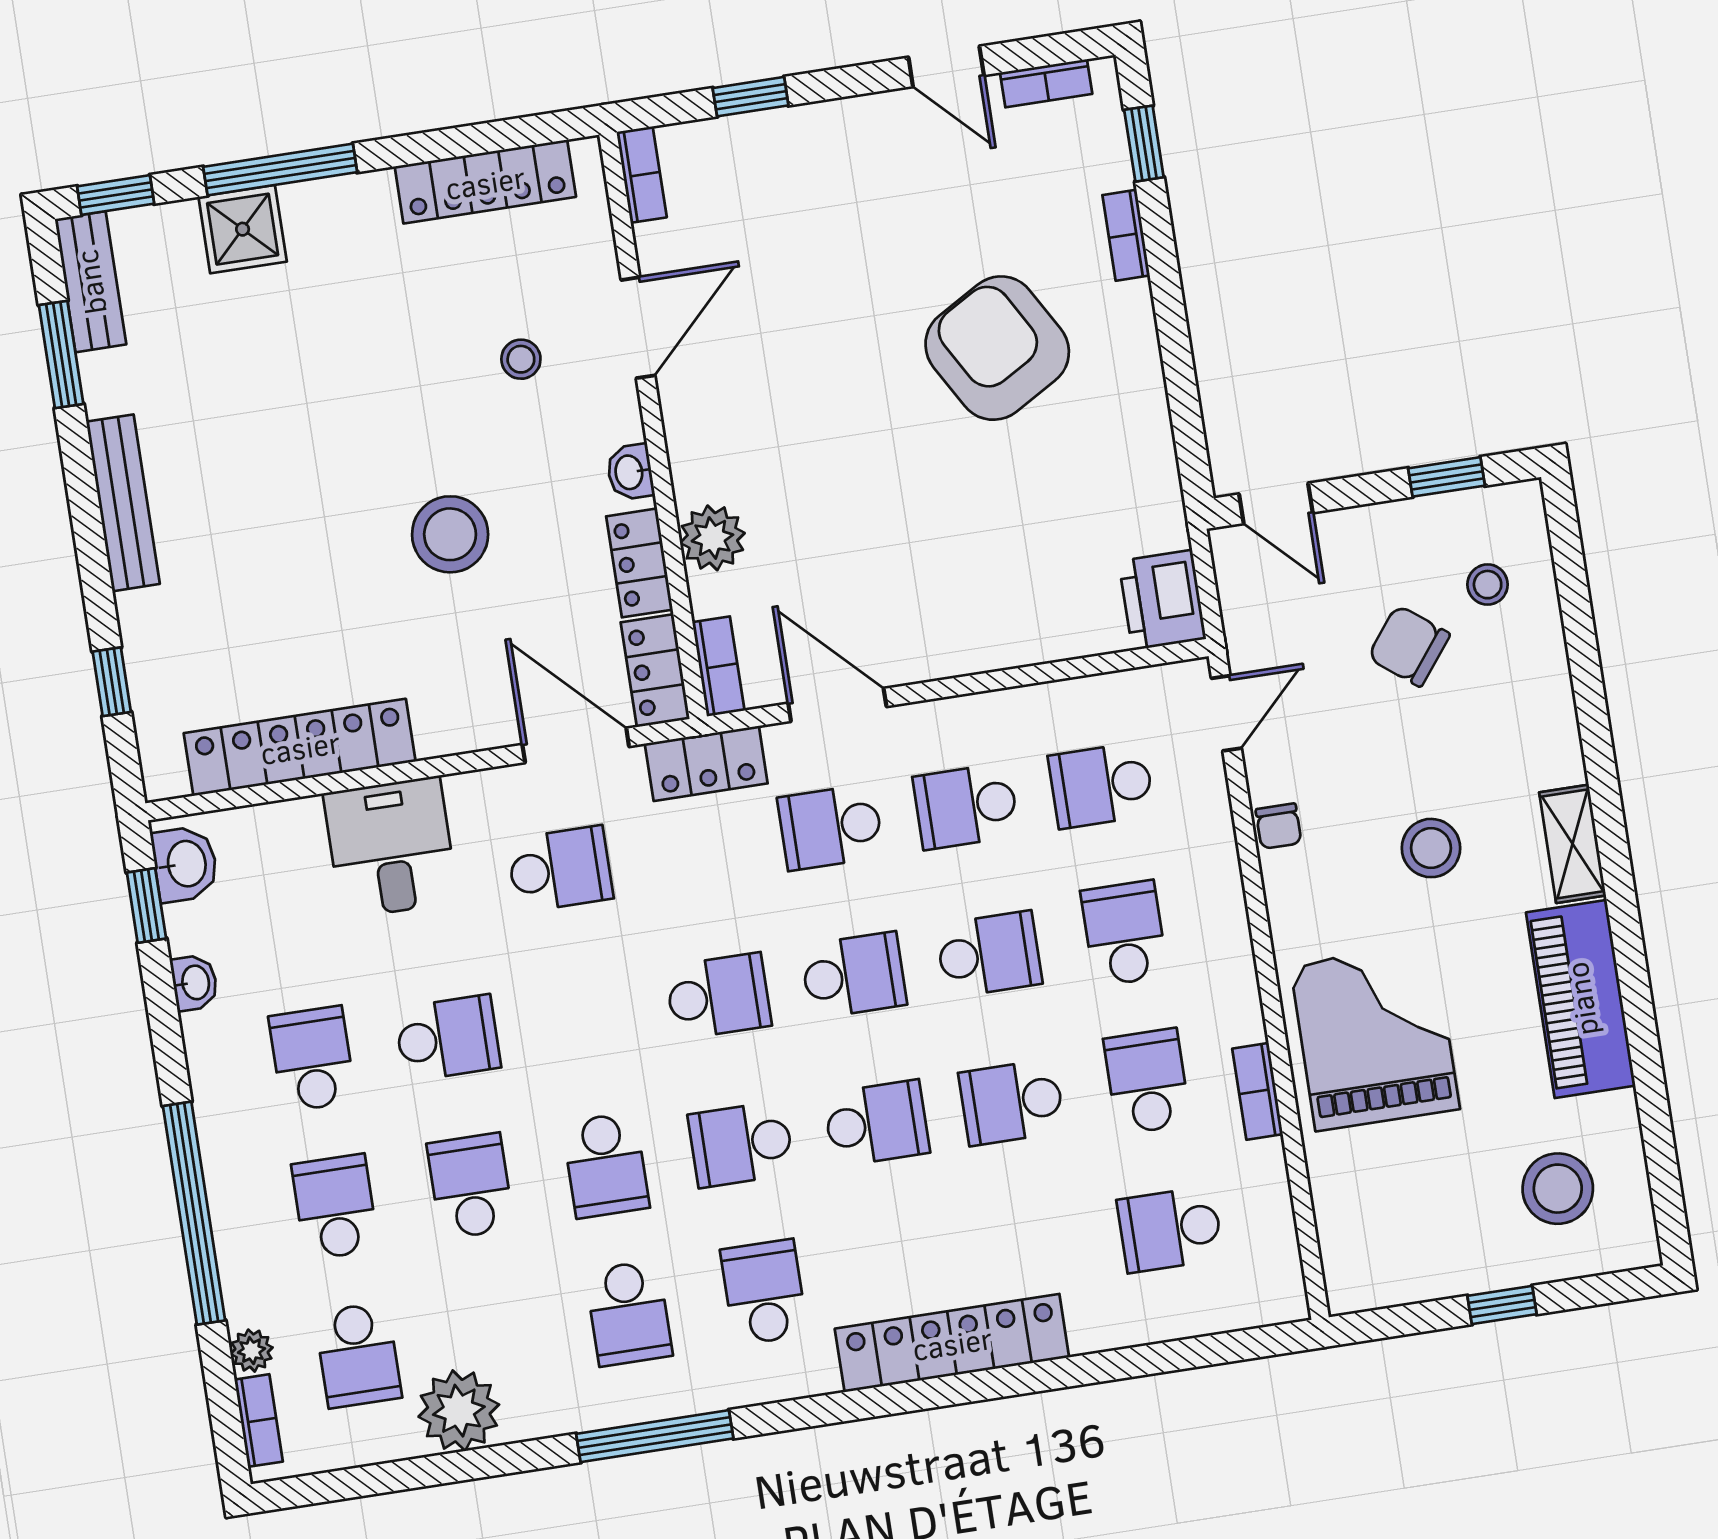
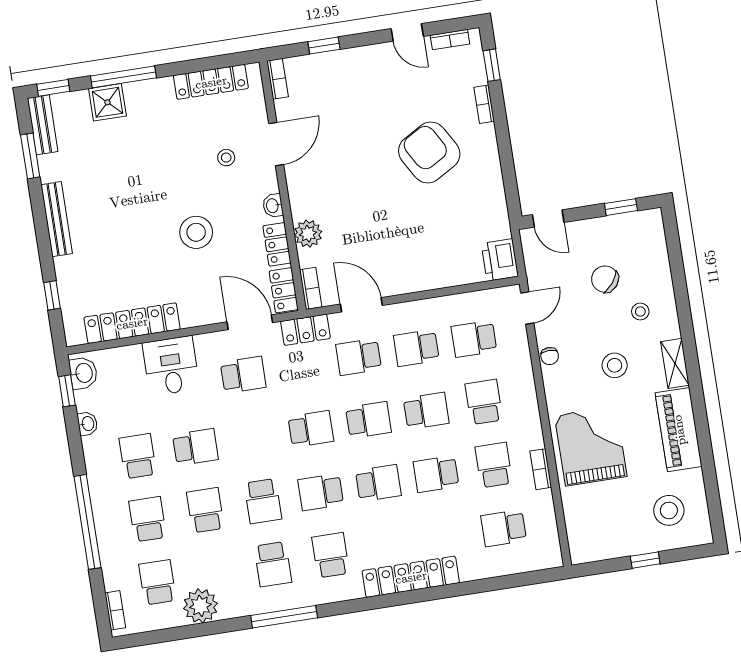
stool: (1488, 585) -> (640, 312), moved
plant: (252, 1351) -> (112, 580), removed
school desk: (358, 1355) -> (157, 582), turned 180

